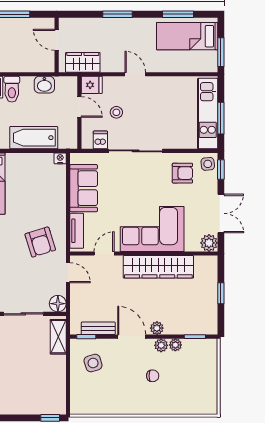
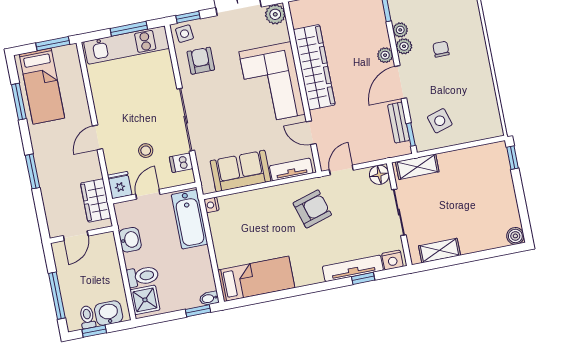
bathtub: (34, 138) -> (189, 219), moved

